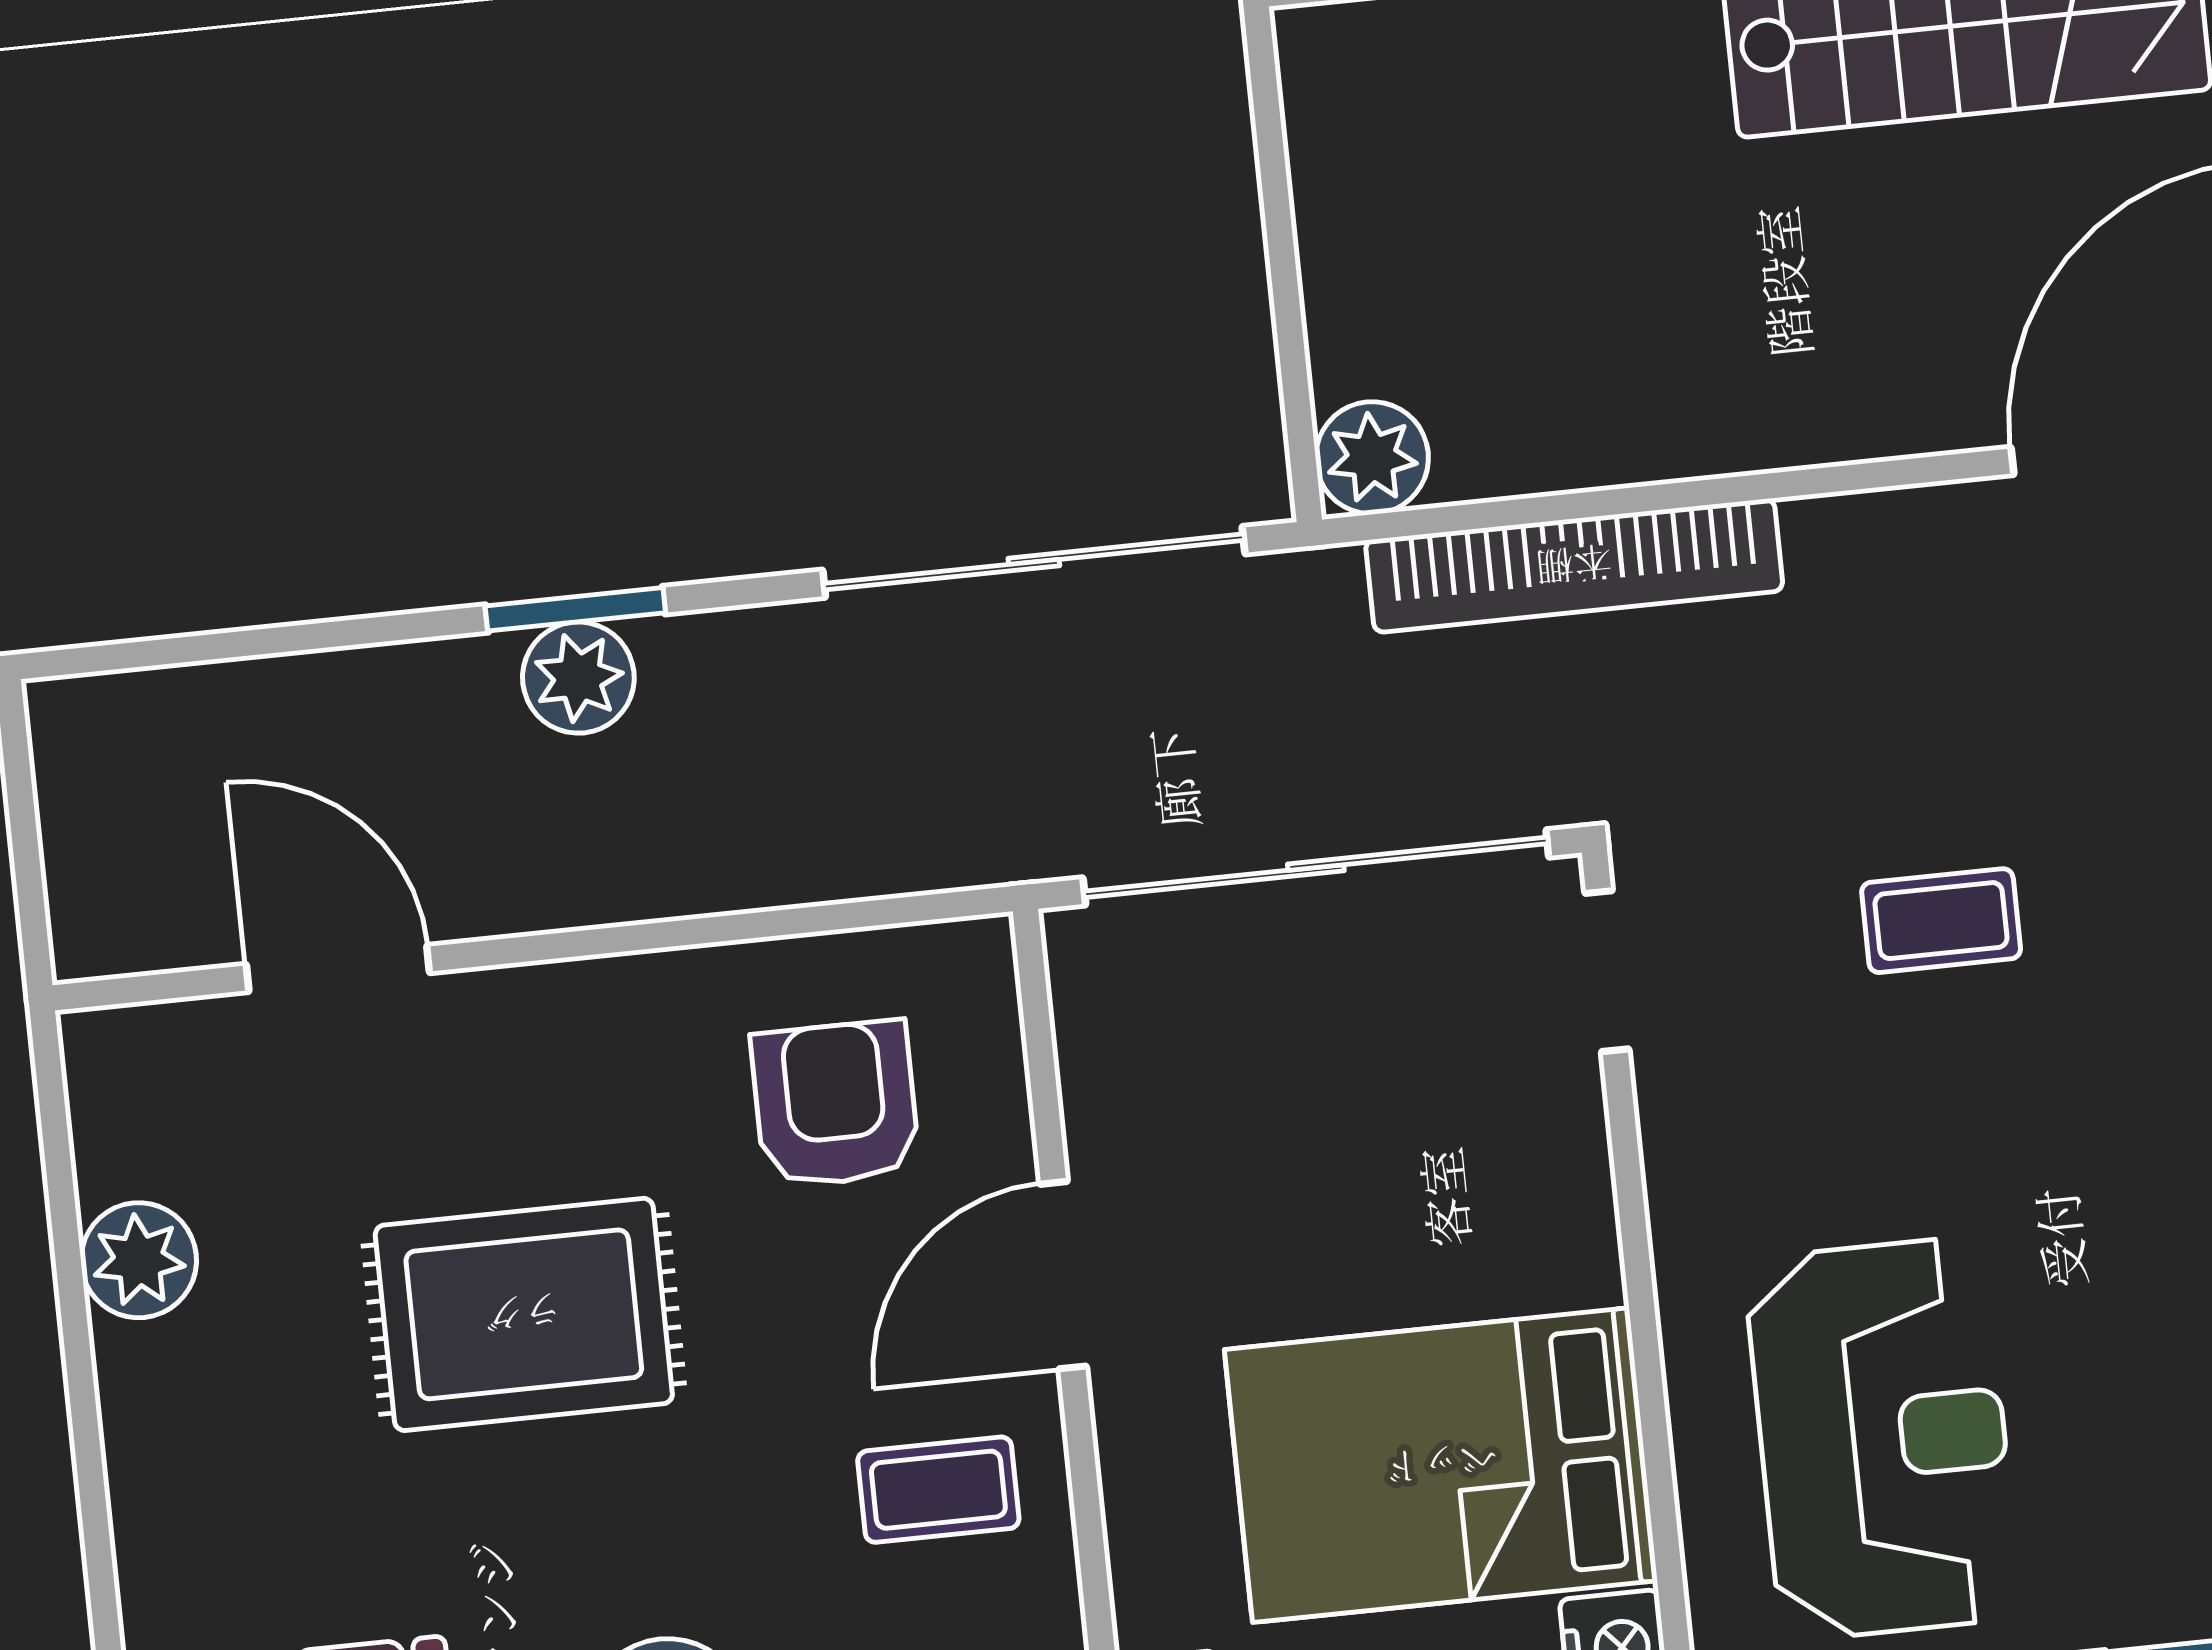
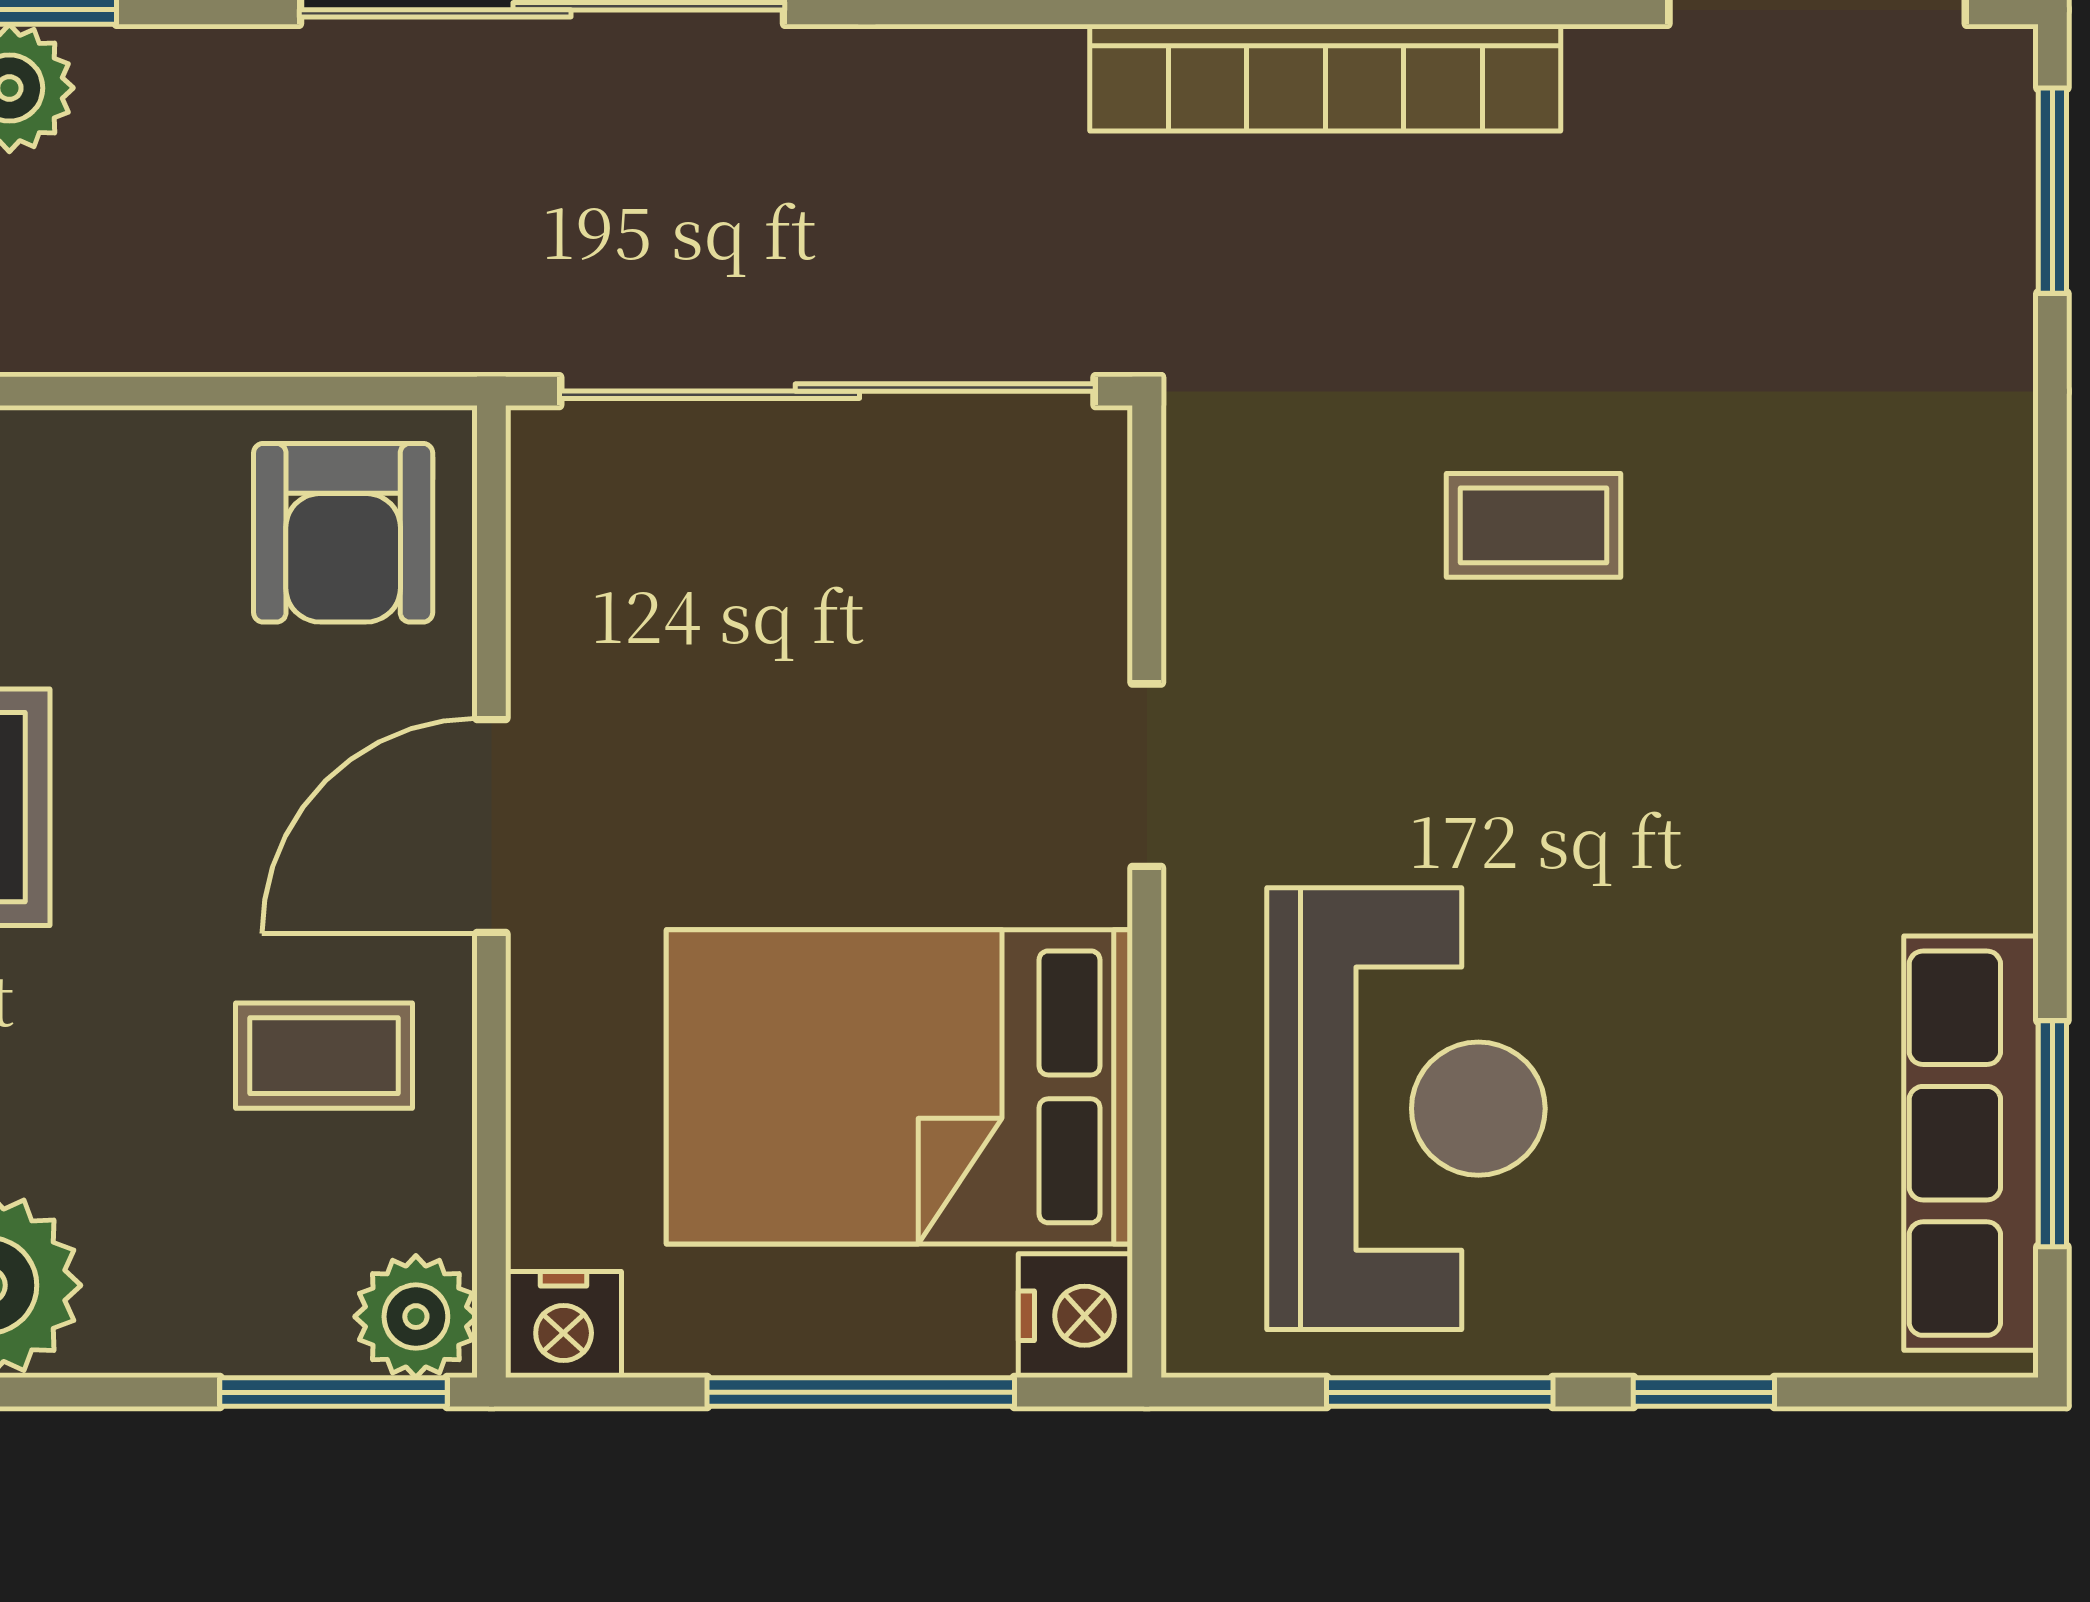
bookcase: (1574, 566) -> (1325, 78), moved
doorway: (1607, 971) -> (1147, 775), moved
armchair: (835, 1104) -> (343, 533), moved, turned 180

